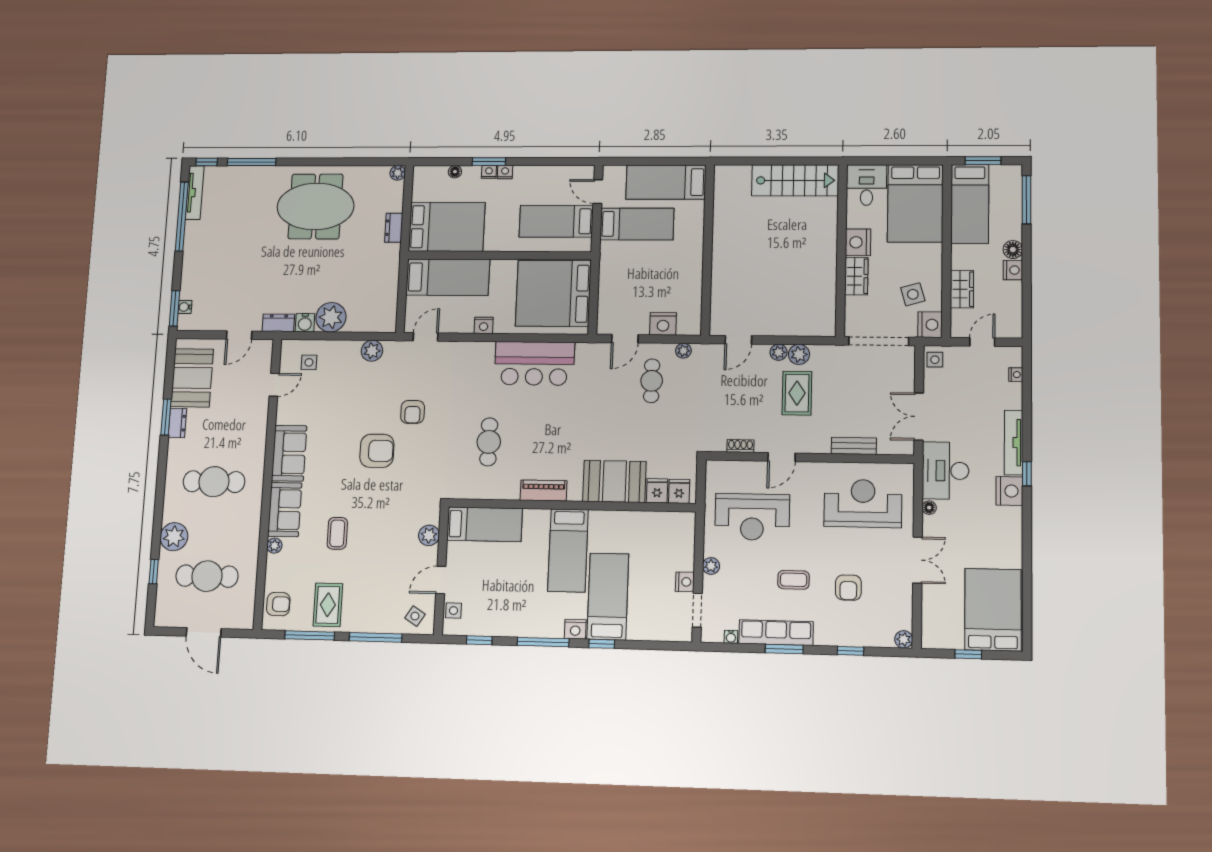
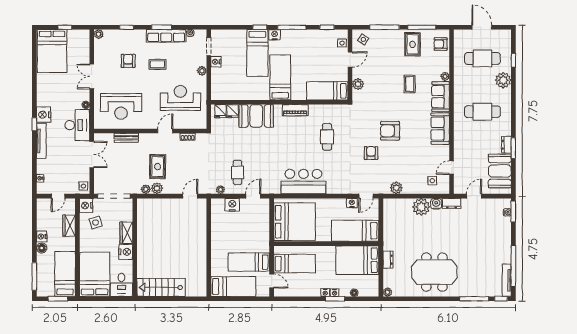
nightstand: (484, 325) -> (352, 203), moved
plant: (779, 352) -> (146, 189), moved

